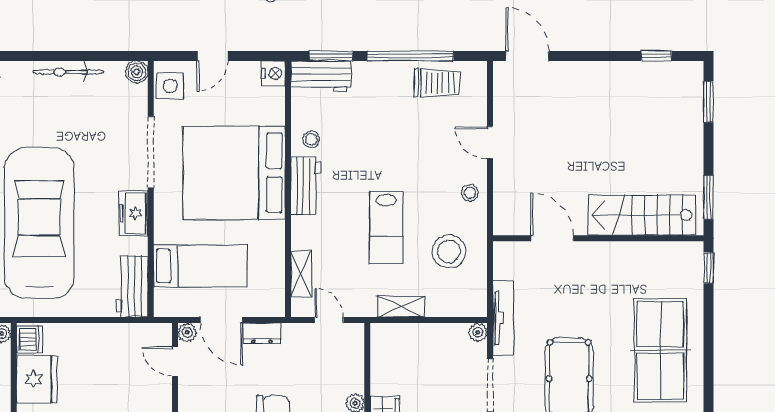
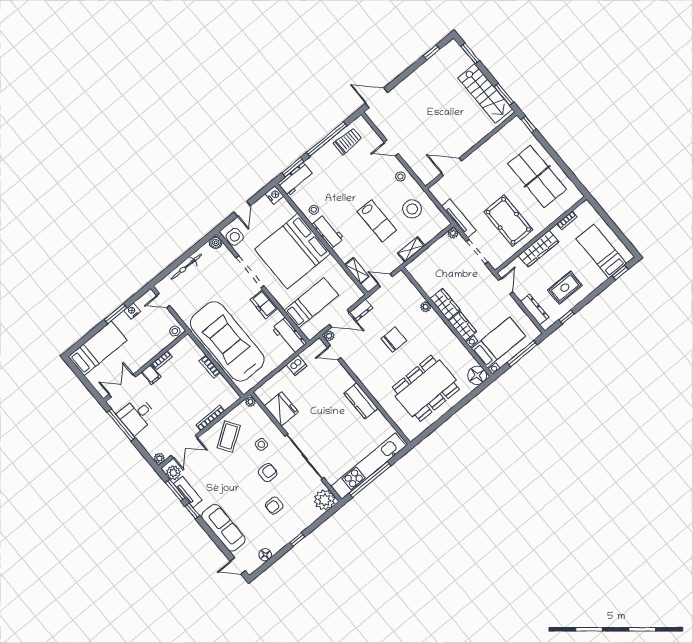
stairs: (641, 215) -> (485, 93), moved, turned -90
dishwasher: (30, 339) -> (297, 365), moved, turned 90

